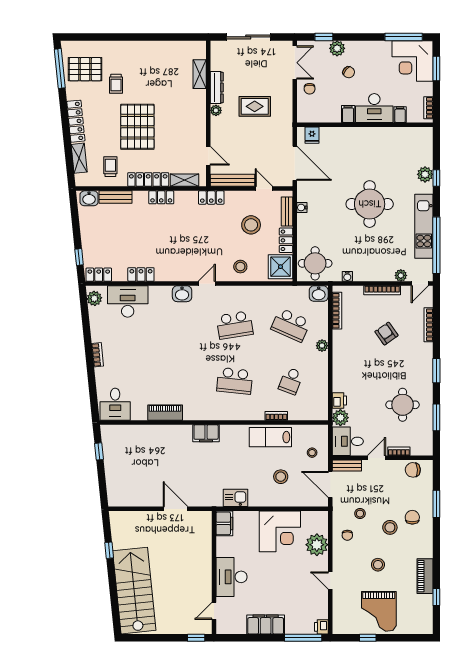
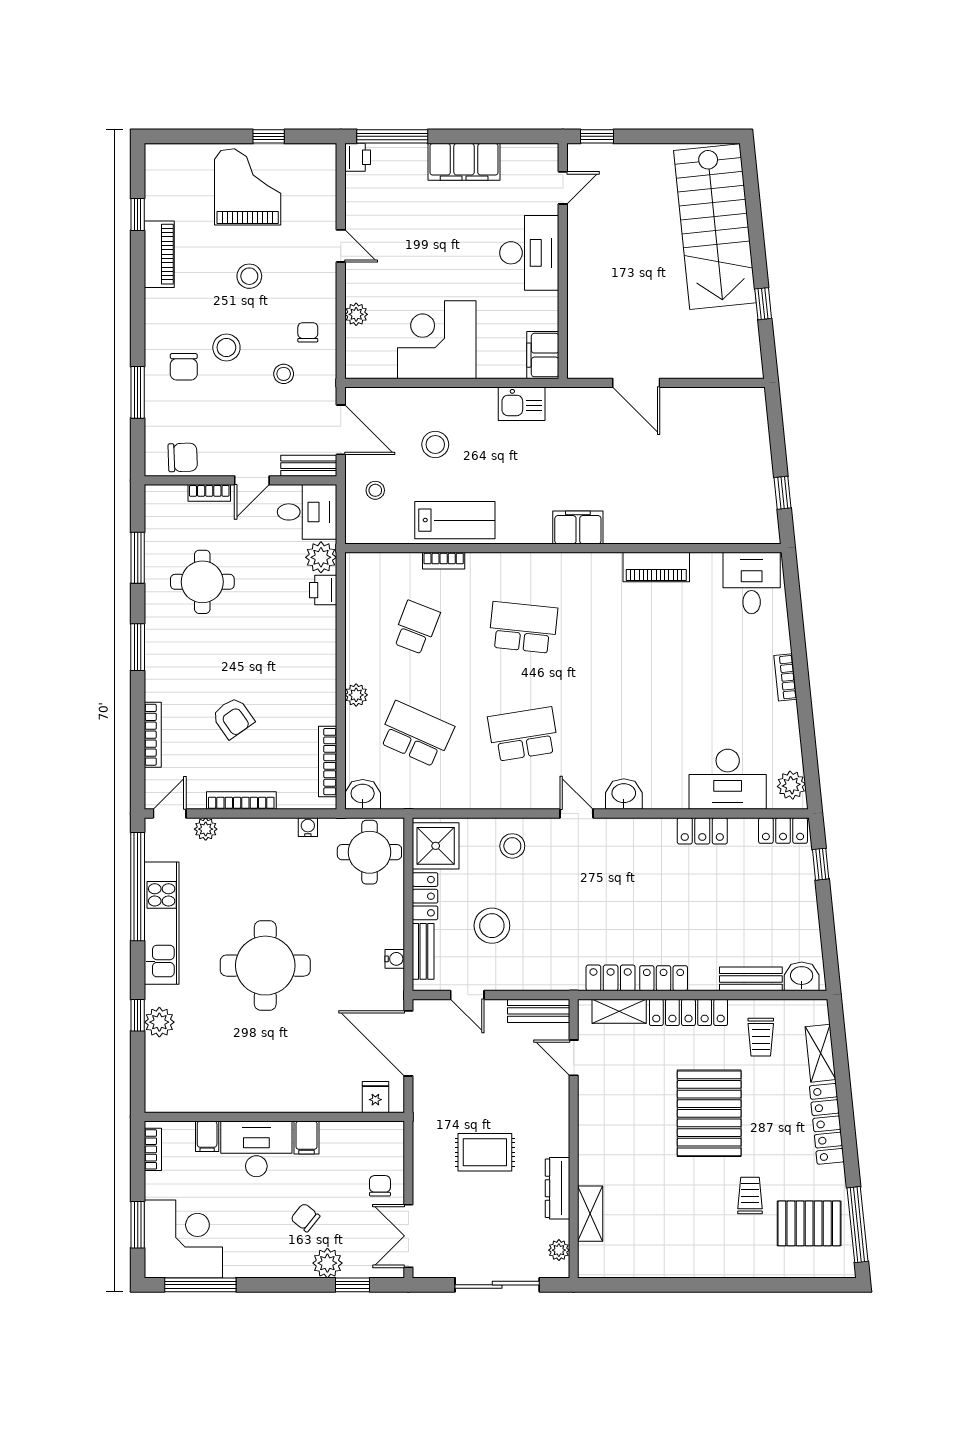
plant: (216, 110) -> (559, 1250), moved
bench: (232, 180) -> (539, 1011), width x0.73
locker: (211, 198) -> (611, 978), moved
door: (207, 284) -> (577, 814), swing flipped
plant: (317, 545) -> (356, 314), width x0.53, depth x0.53

